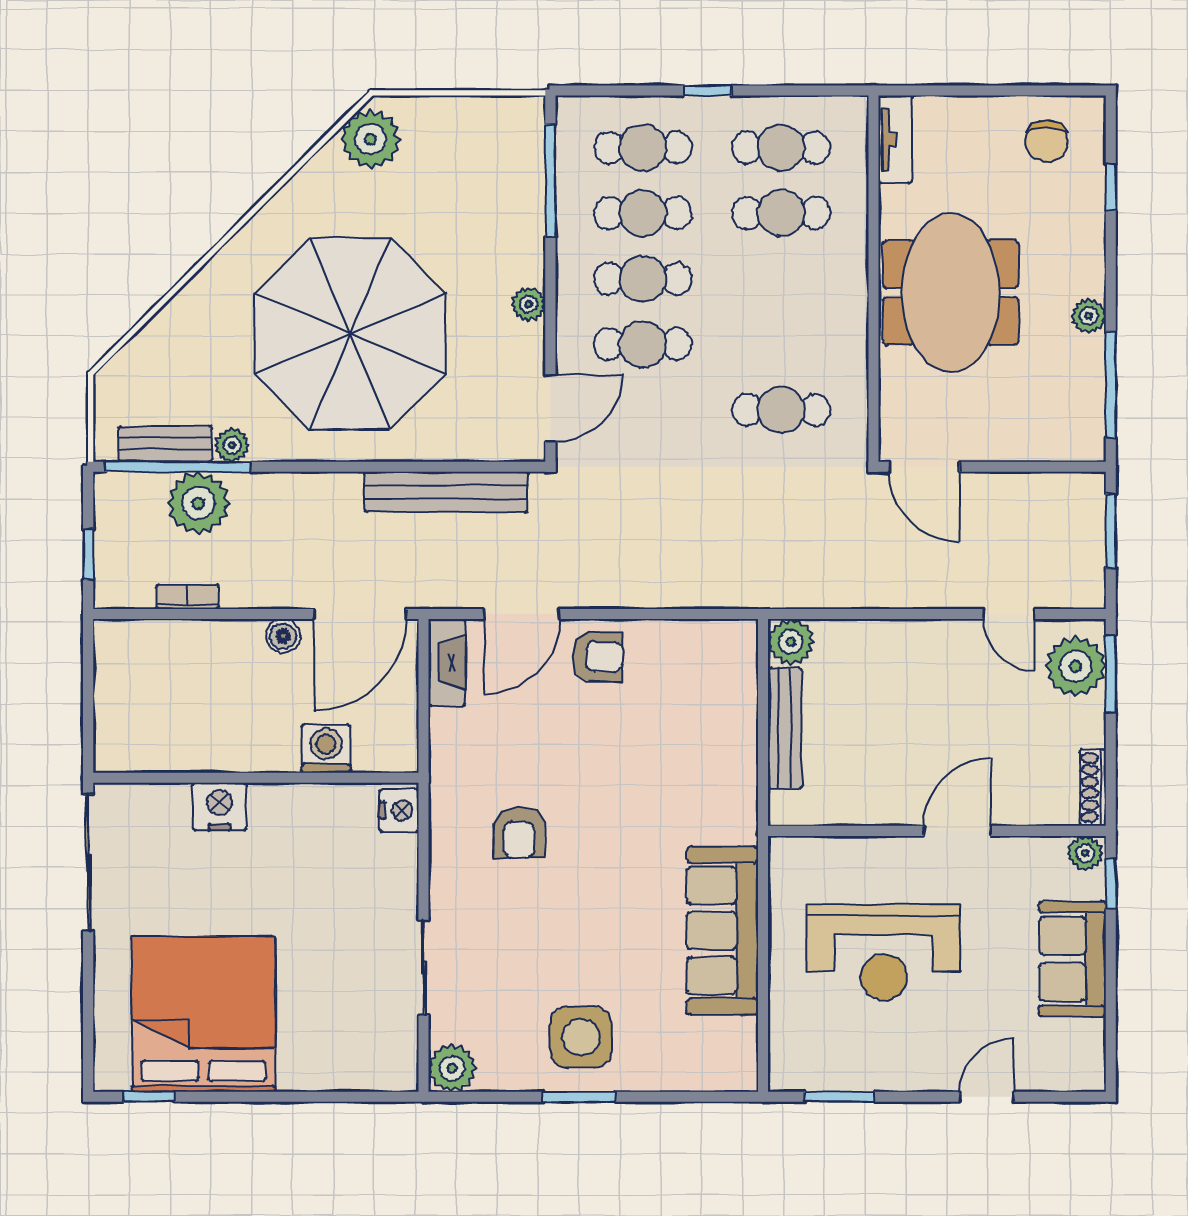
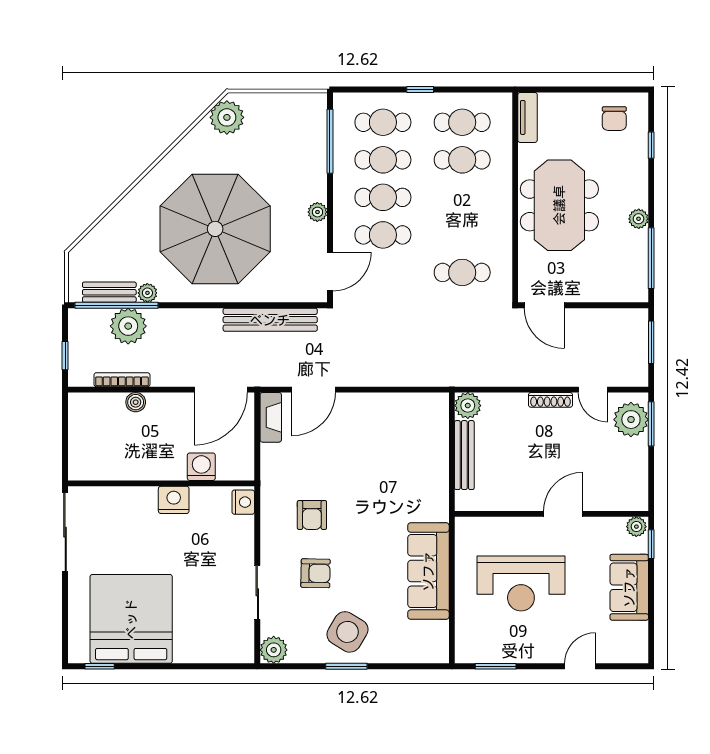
bookcase: (187, 597) -> (122, 380), width x1.56
boiler: (283, 636) -> (136, 402), moved
armchair: (597, 656) -> (316, 573), moved
shoe rack: (1093, 788) -> (550, 400), moved, turned -90
nightstand: (220, 806) -> (174, 500), moved
side table: (581, 1037) -> (347, 632), turned 31

